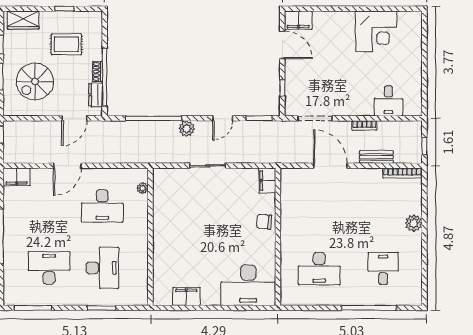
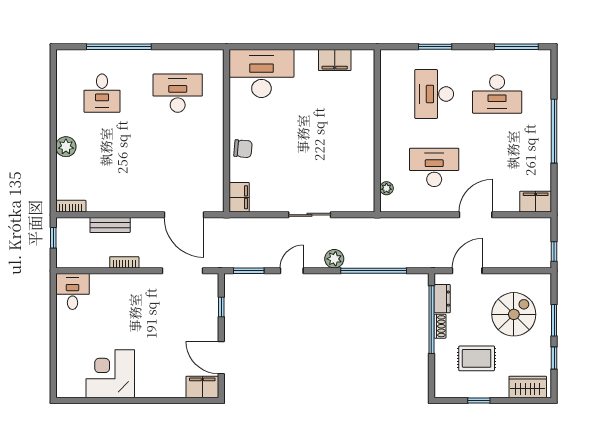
desk: (388, 101) -> (73, 291), moved
door: (330, 166) -> (184, 215), moved
bookcase: (402, 173) -> (71, 206), width x0.64

